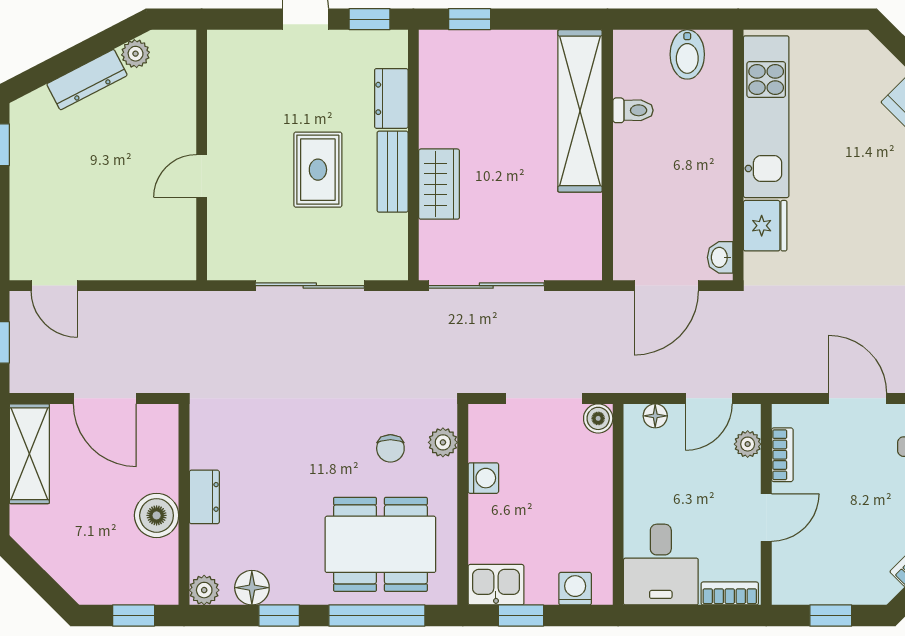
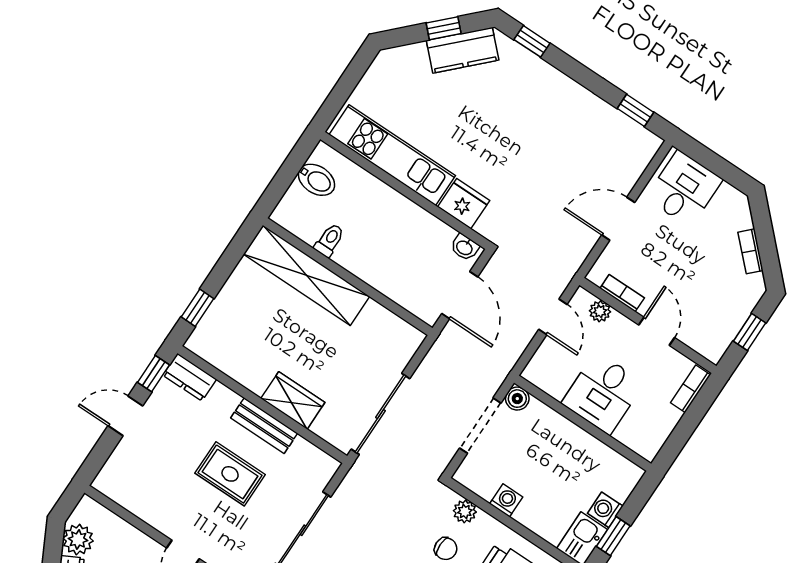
plant: (136, 54) -> (78, 539), width x1.38, depth x1.38
dresser: (391, 98) -> (190, 377), moved
floor lamp: (655, 416) -> (541, 360), removed
desk: (661, 565) -> (603, 393), moved, turned 90
washing machine: (575, 589) -> (605, 510), moved

